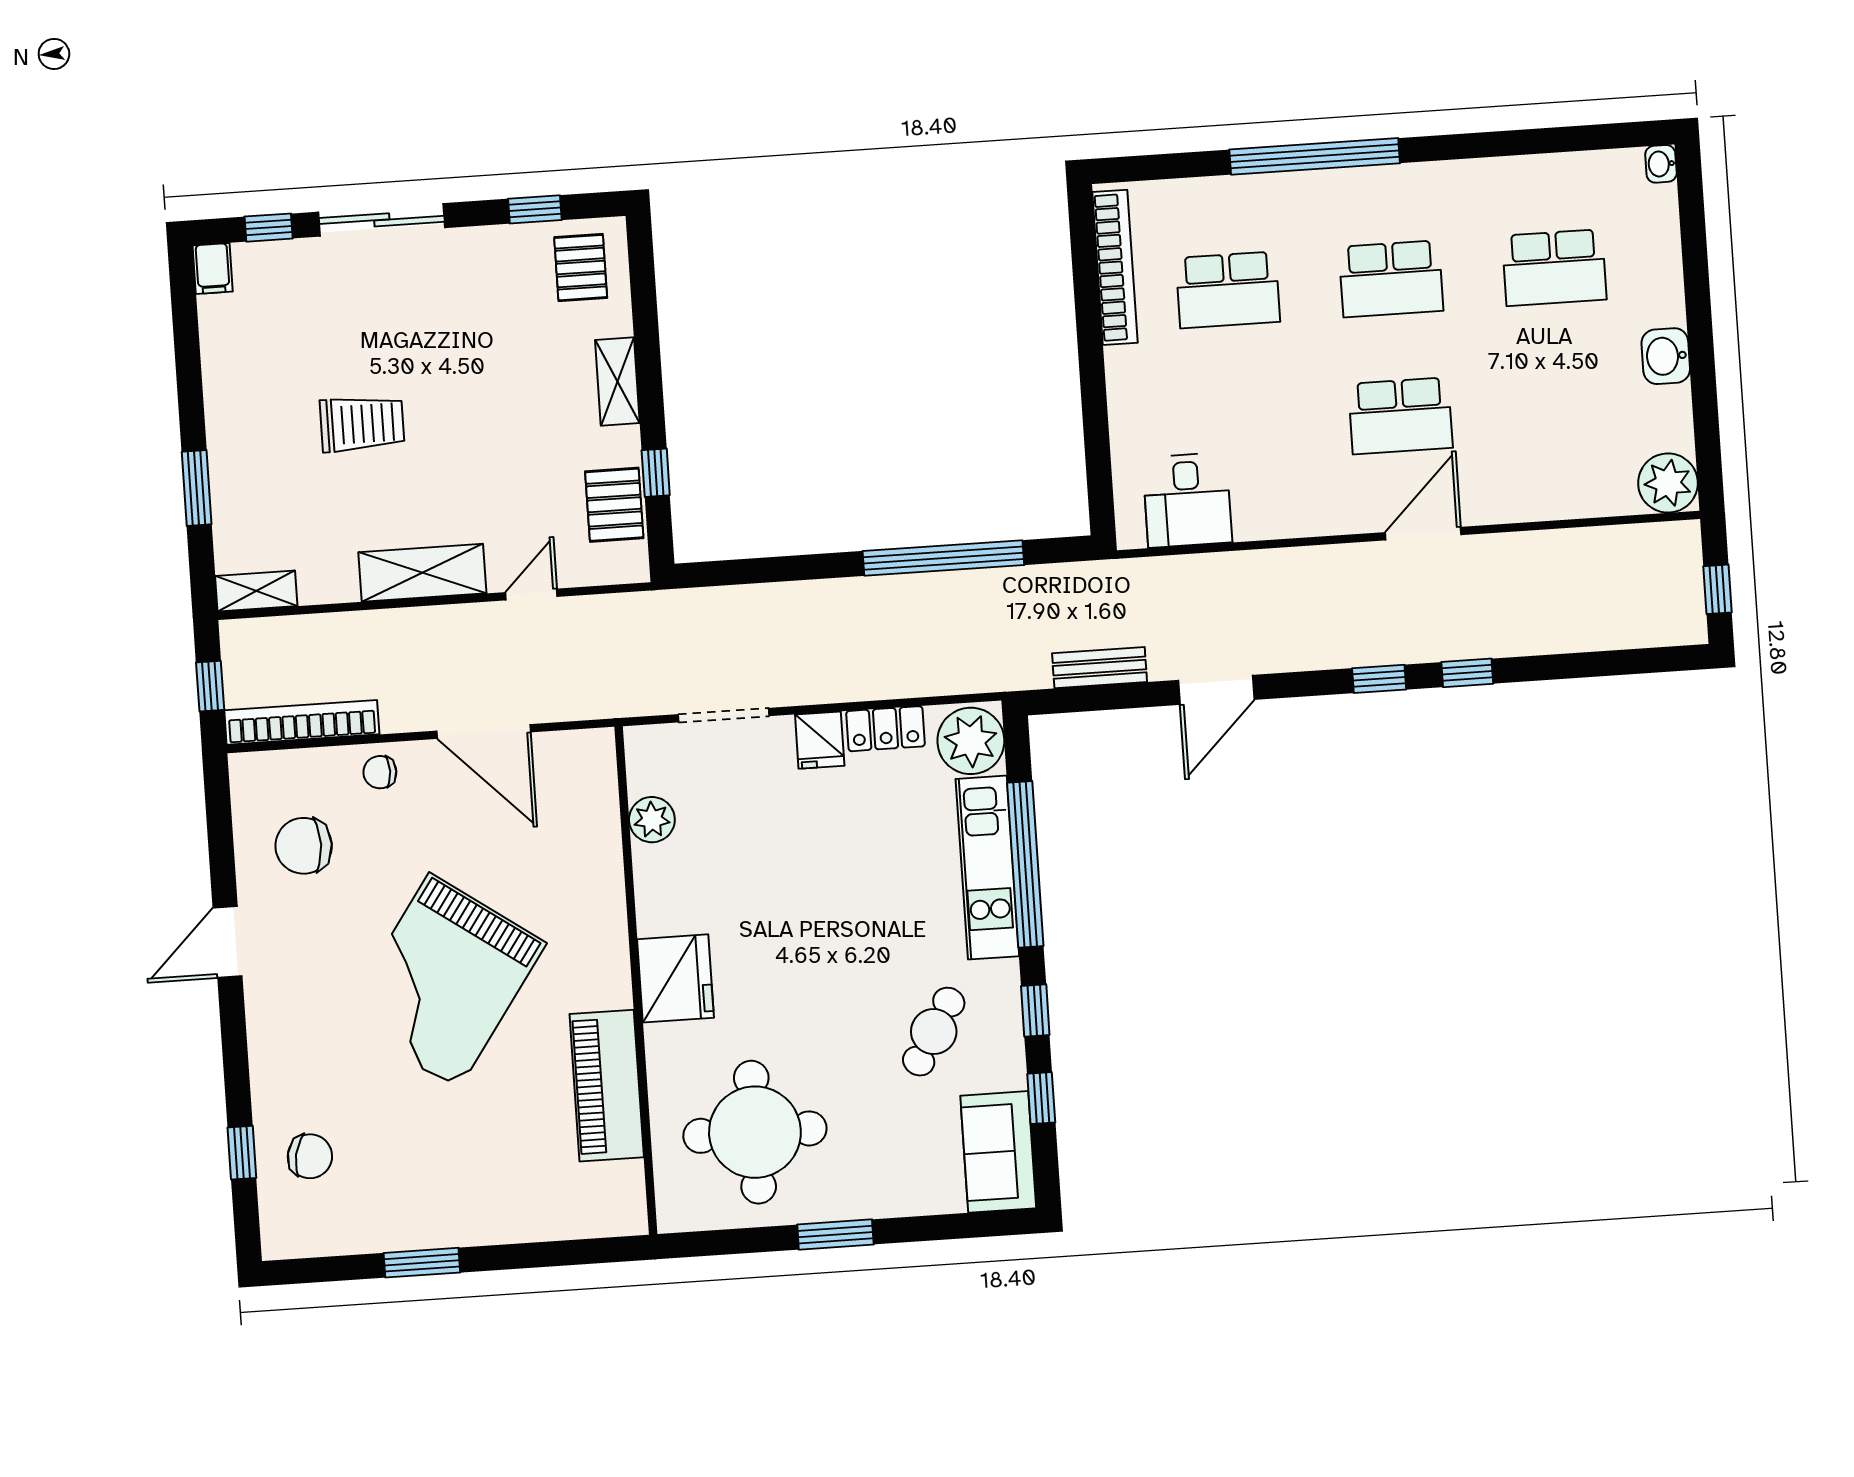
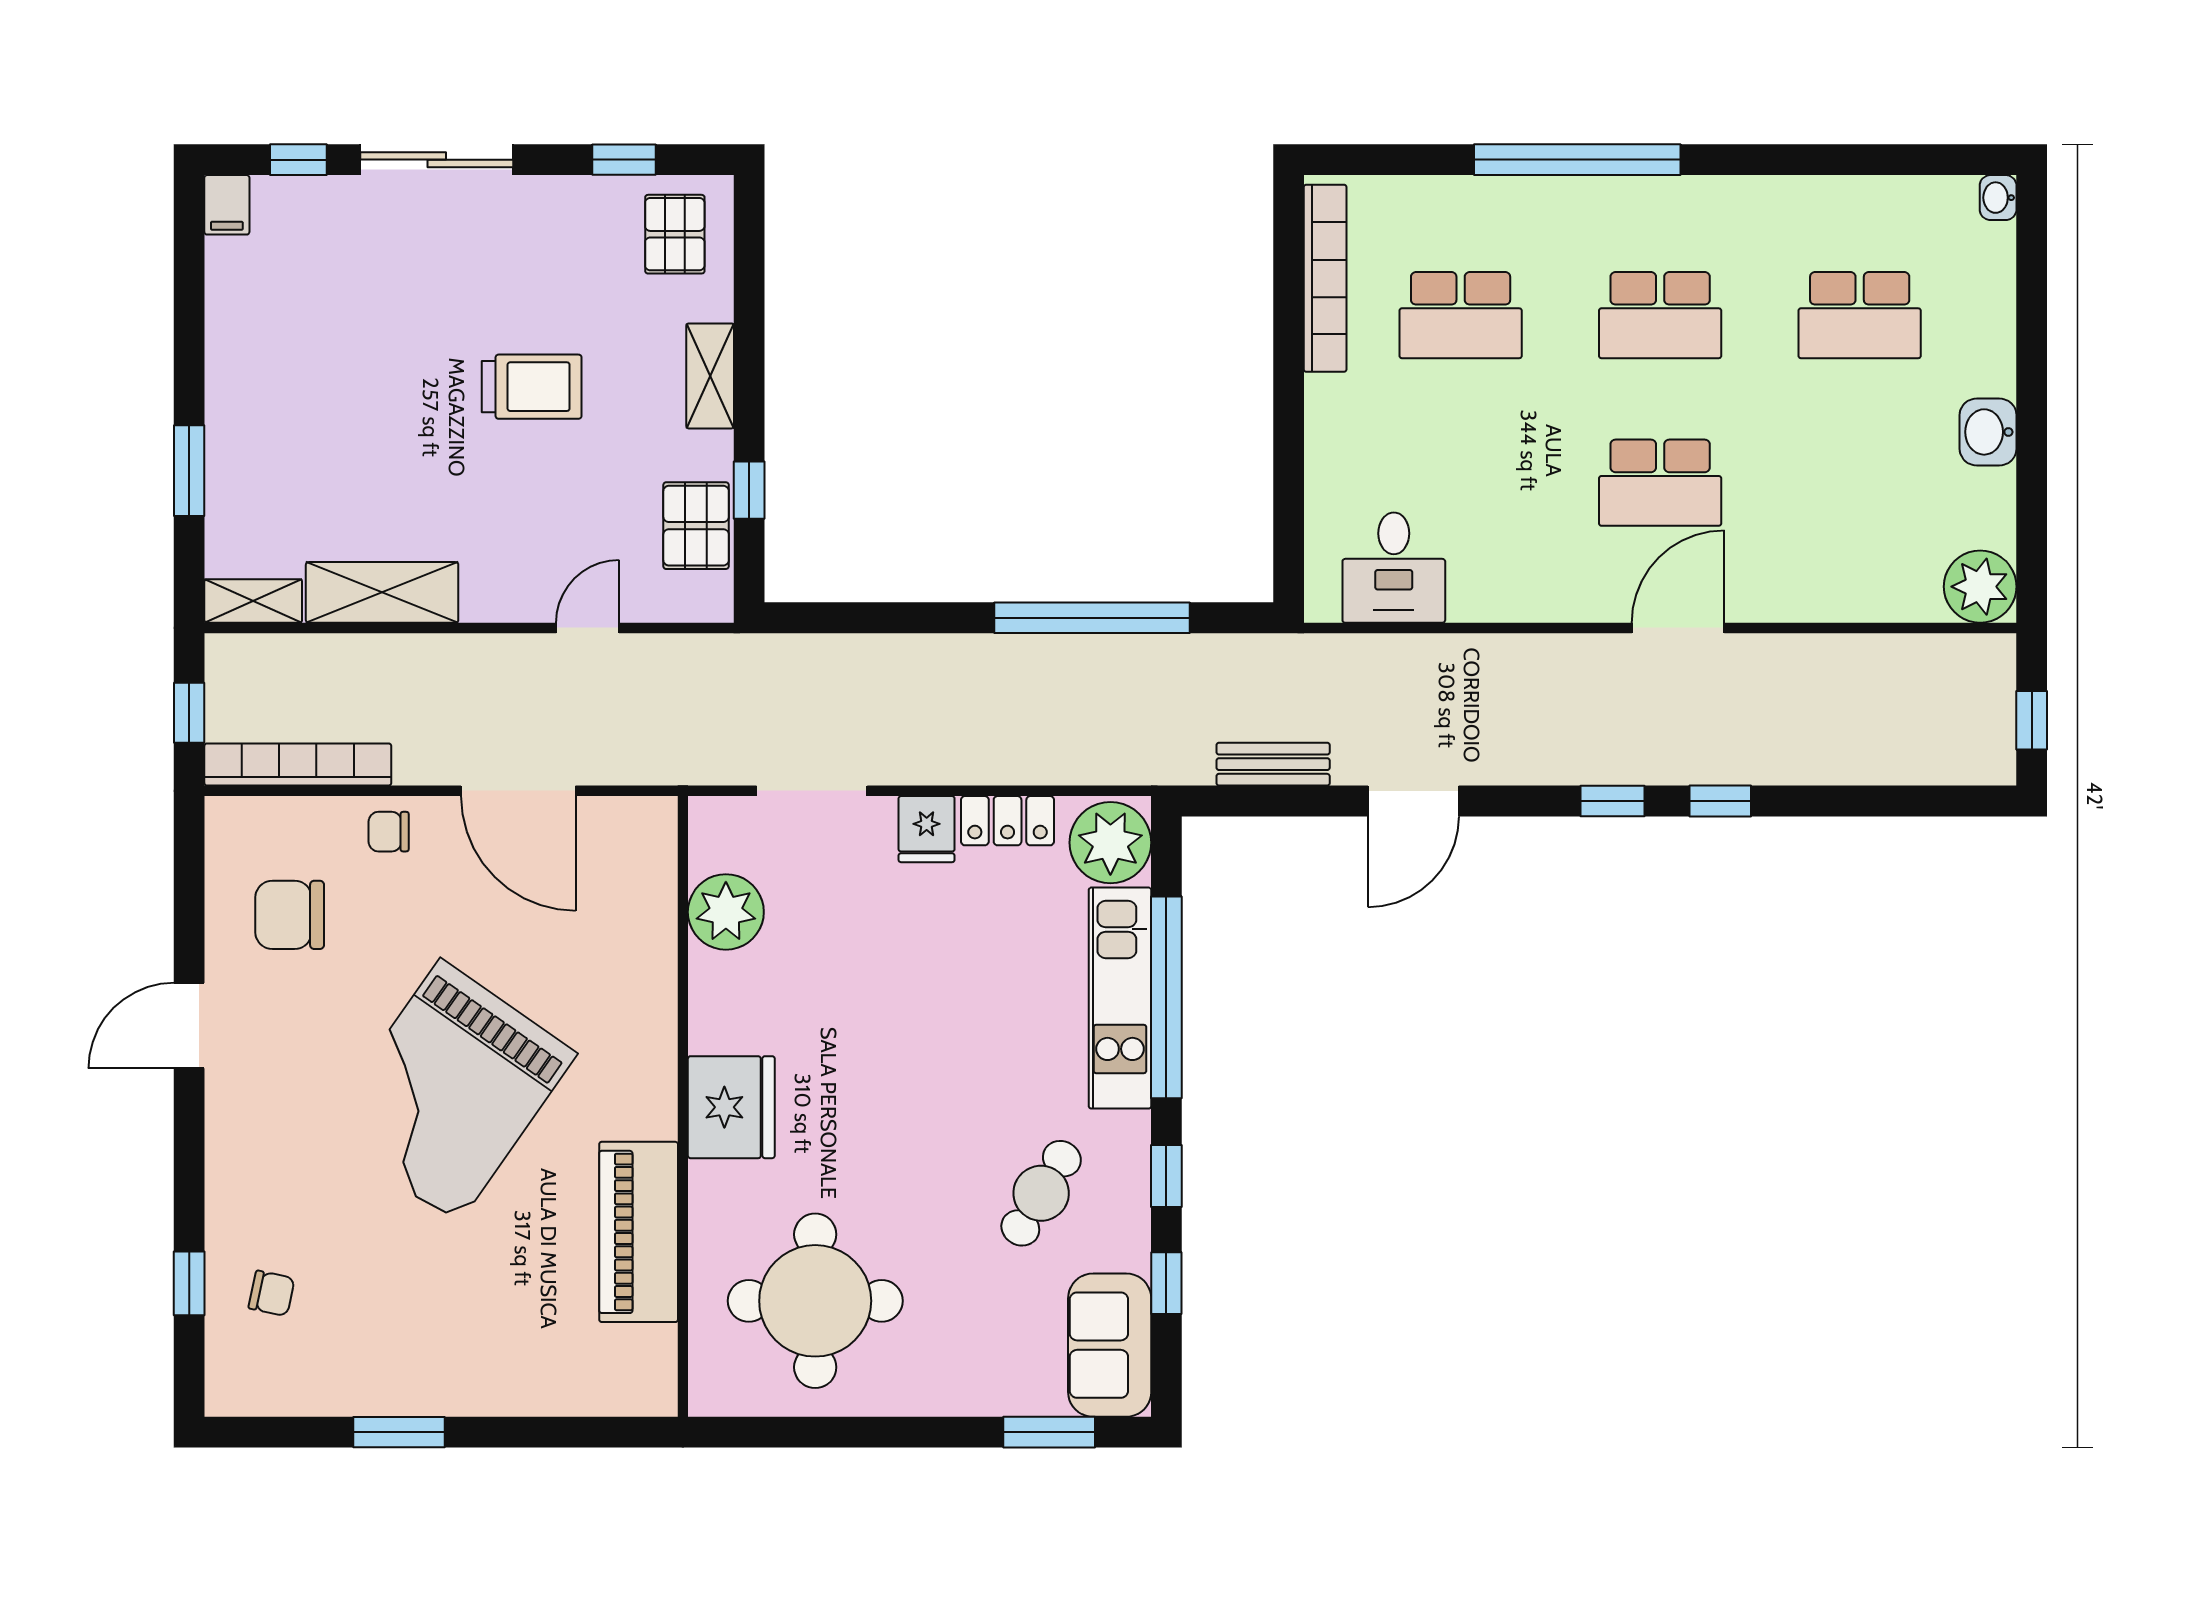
trolley: (362, 424) -> (532, 387), moved
shelving: (422, 573) -> (382, 592), moved
plant: (652, 820) -> (726, 912), width x1.36, depth x1.36
chair: (310, 1156) -> (272, 1293), width x0.73, depth x0.73
window: (835, 1235) -> (1049, 1432), moved

